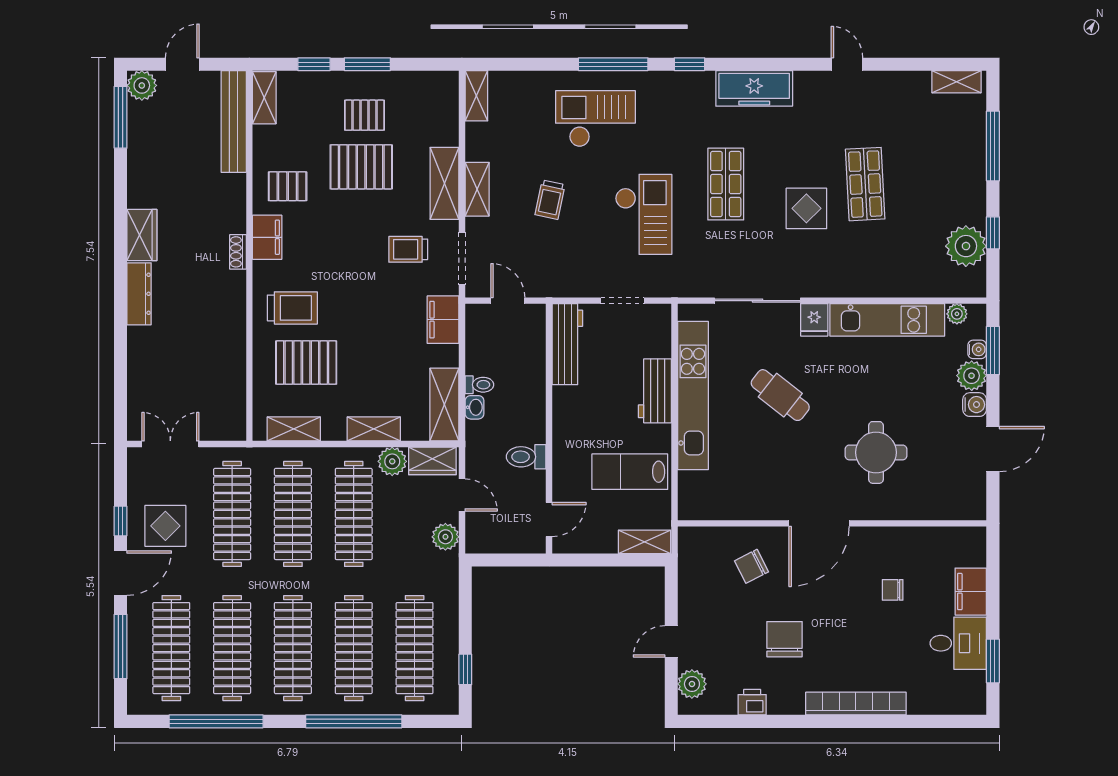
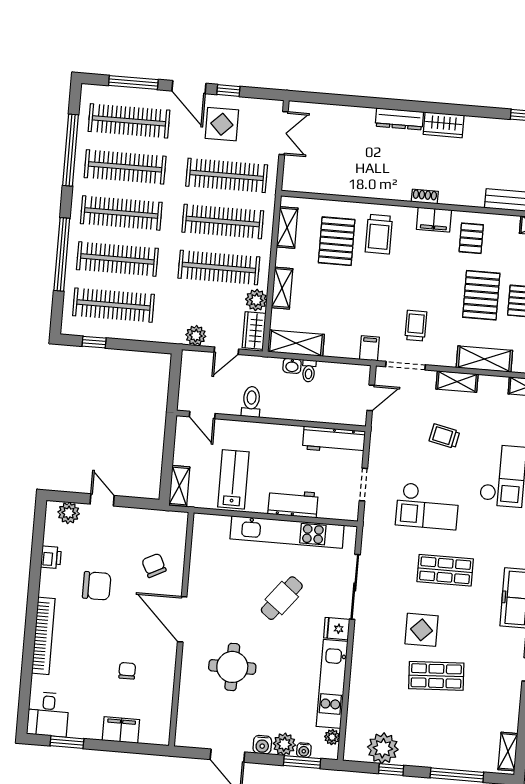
shelving: (444, 183) -> (484, 359), moved
filing cabinet: (443, 320) -> (369, 348), width x0.50
desk: (958, 643) -> (48, 714), moved

